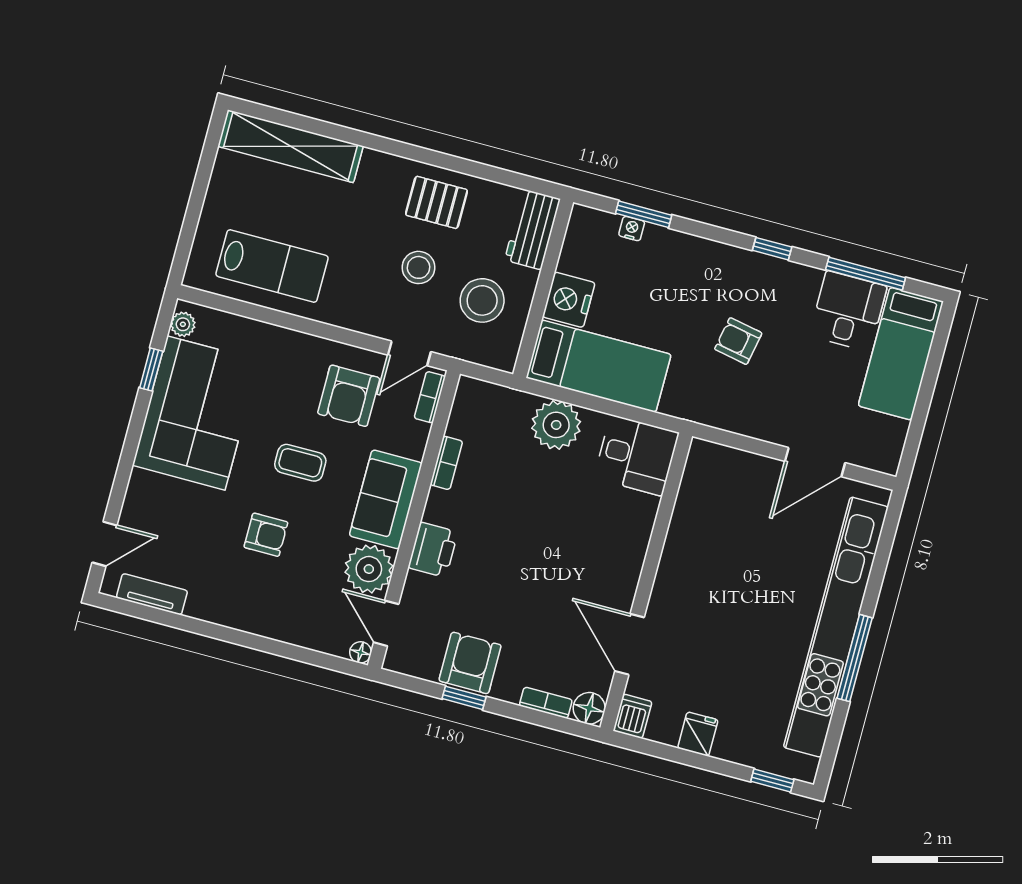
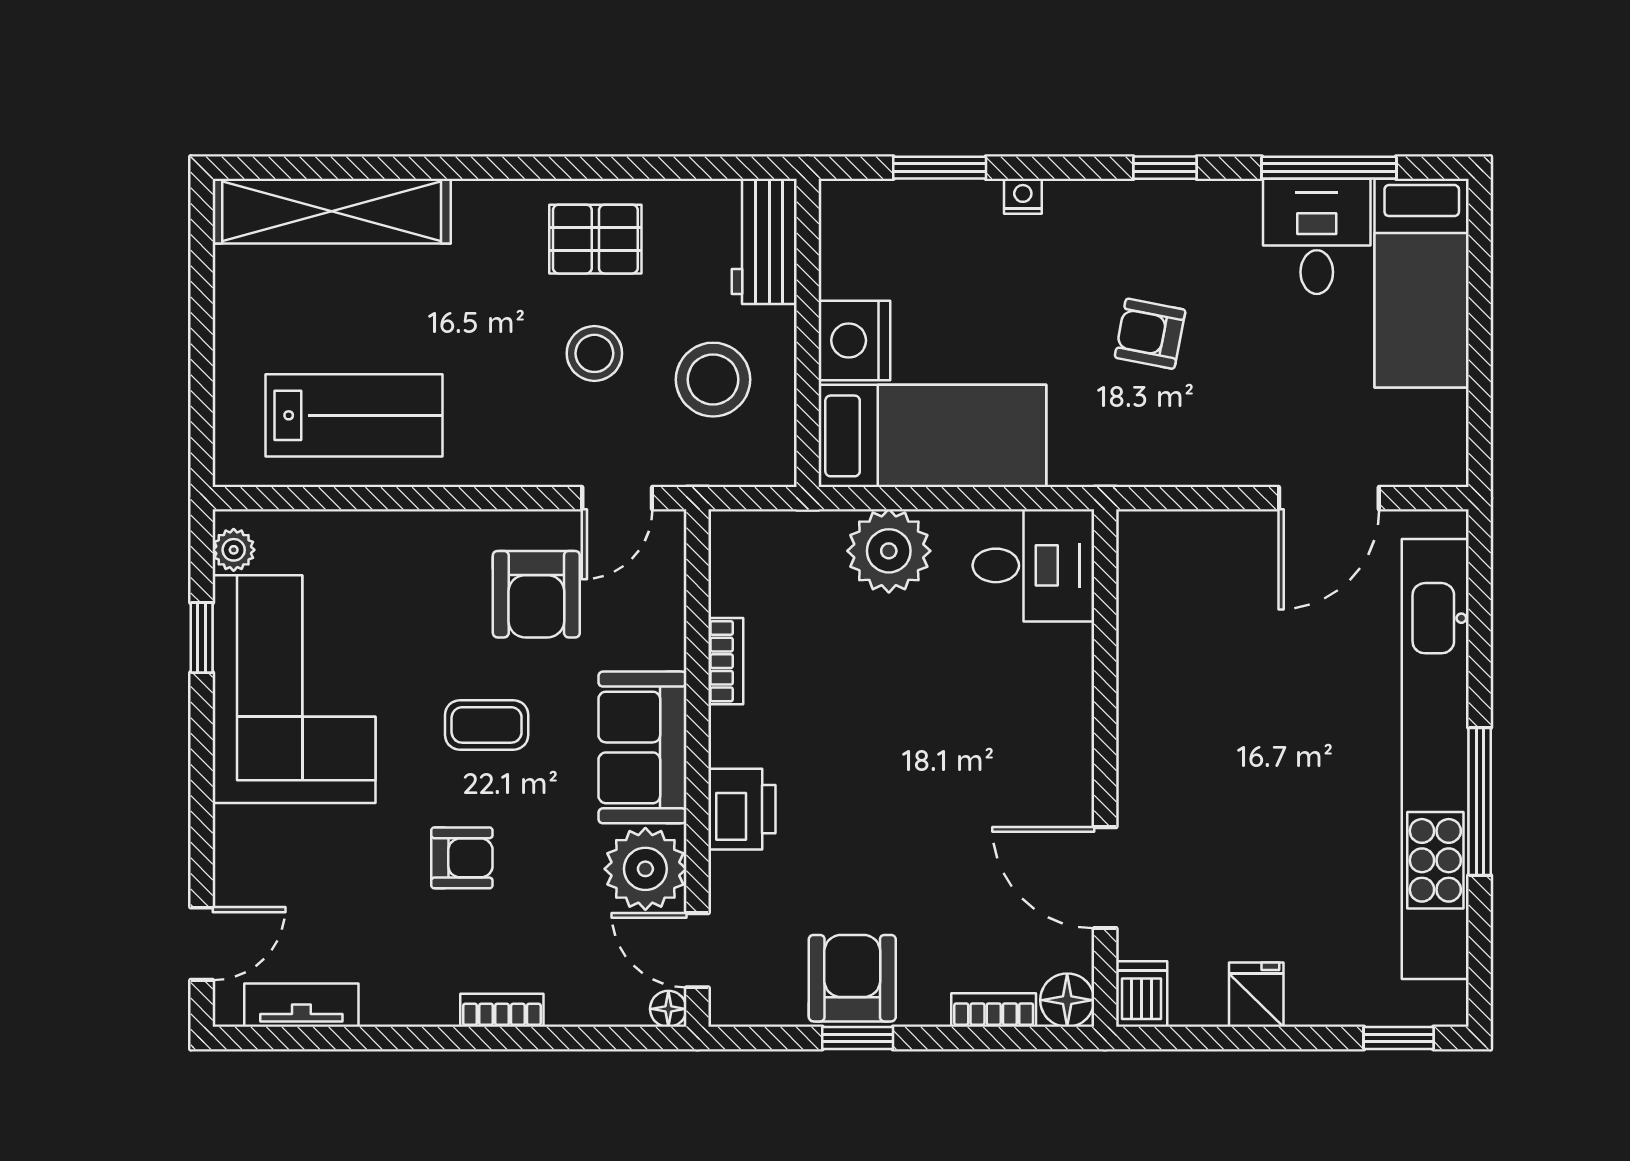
nightstand: (632, 229) -> (1023, 196), moved
bookcase: (430, 397) -> (502, 1010), moved, turned 90

